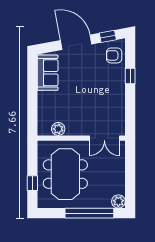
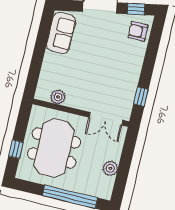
window: (130, 76) -> (141, 97), moved
plant: (118, 201) -> (110, 168), moved

